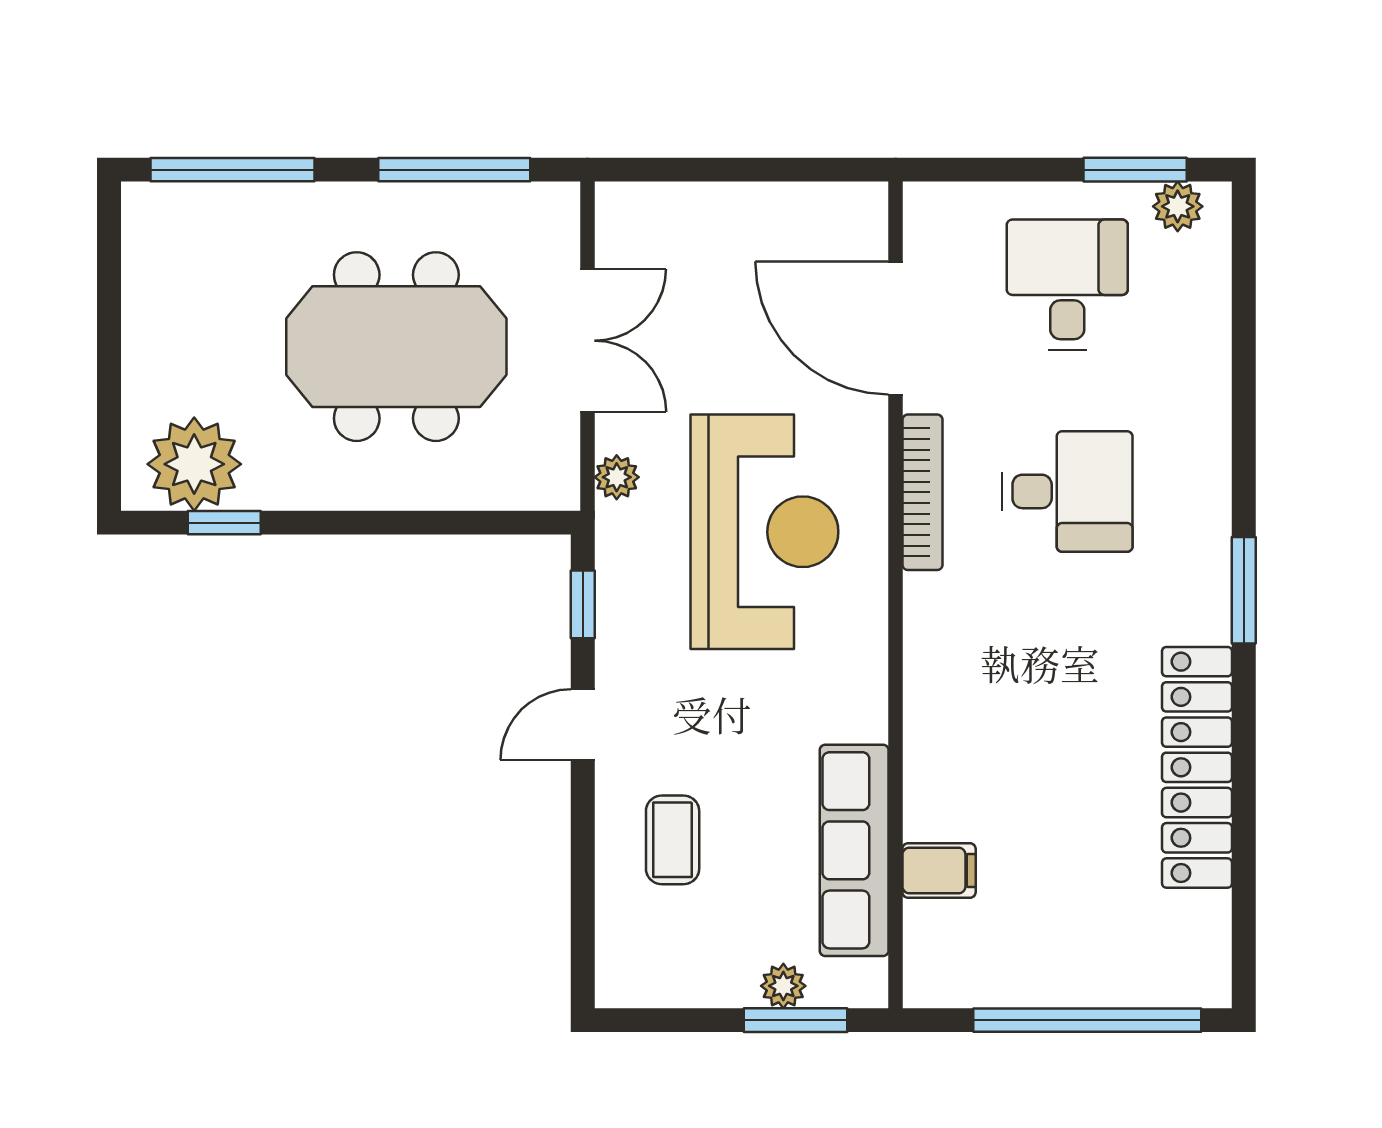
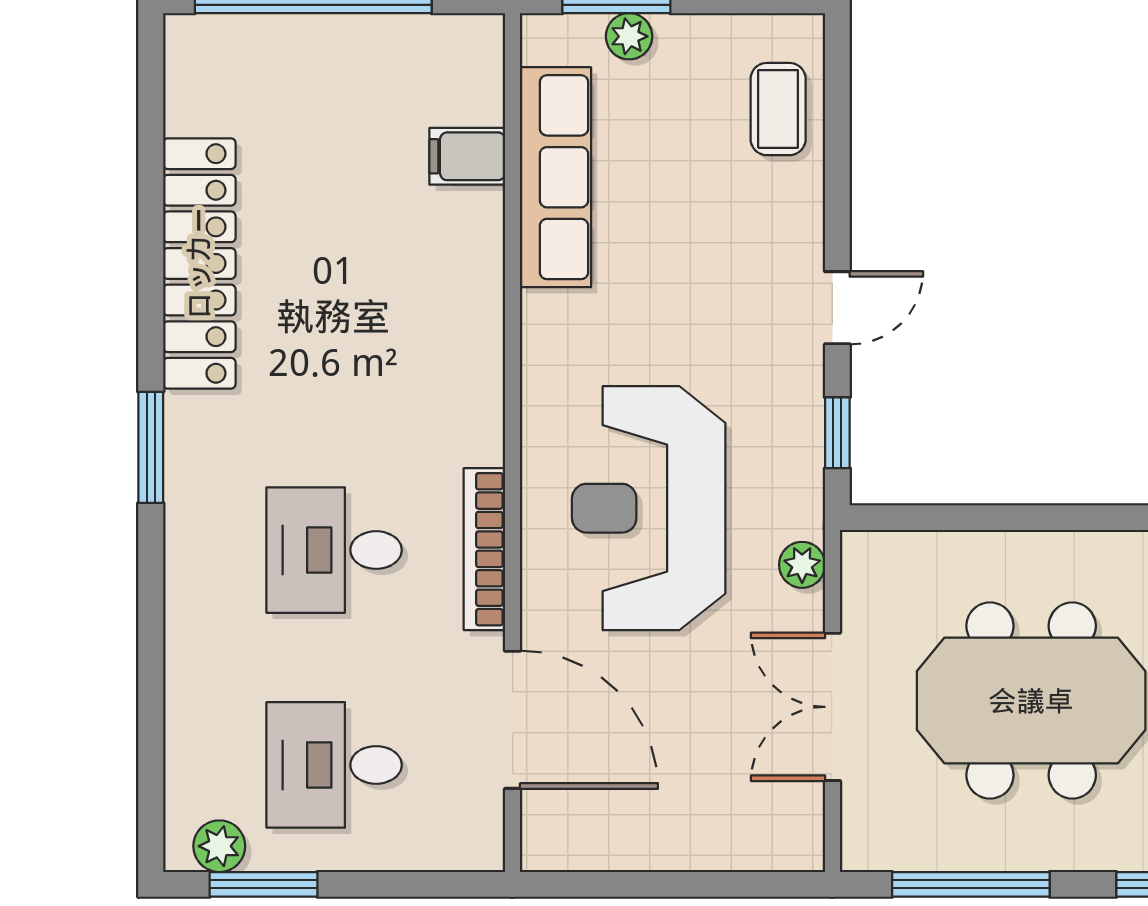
desk: (1067, 285) -> (334, 765), turned 90
coffee table: (673, 840) -> (778, 109), moved

